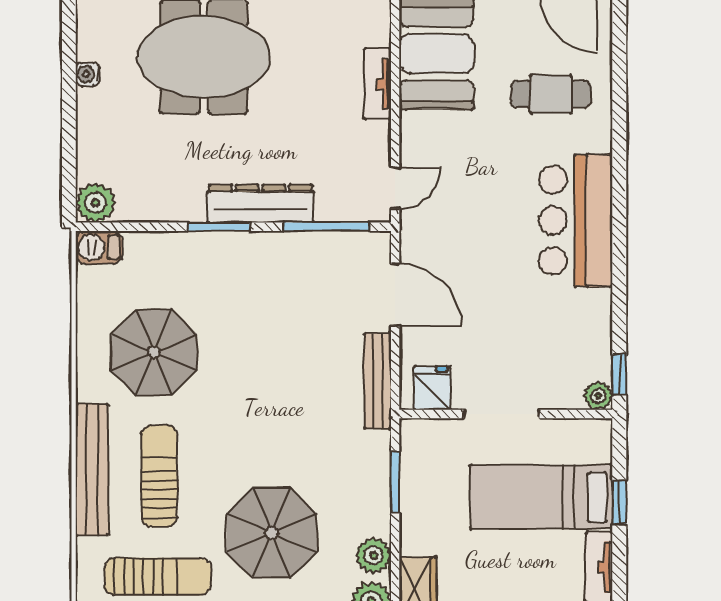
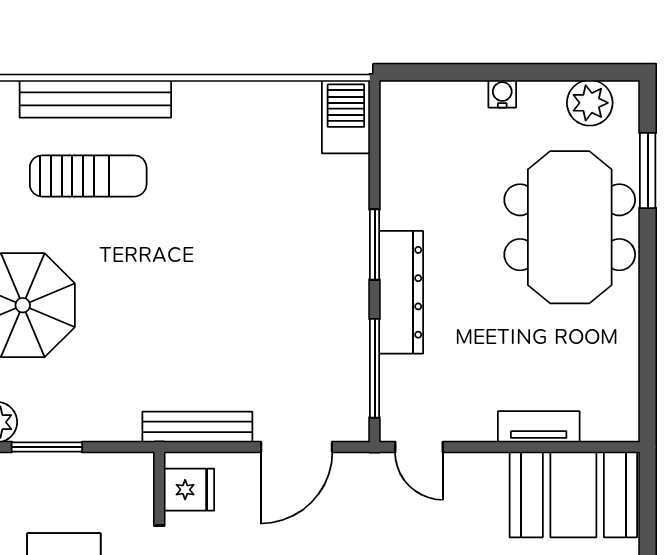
water cooler: (88, 74) -> (502, 94), moved
plant: (96, 203) -> (590, 103), moved
barbecue: (99, 247) -> (346, 117), width x1.38, depth x1.27
parasol: (154, 352) -> (230, 170), removed
window: (395, 482) -> (47, 447), moved

